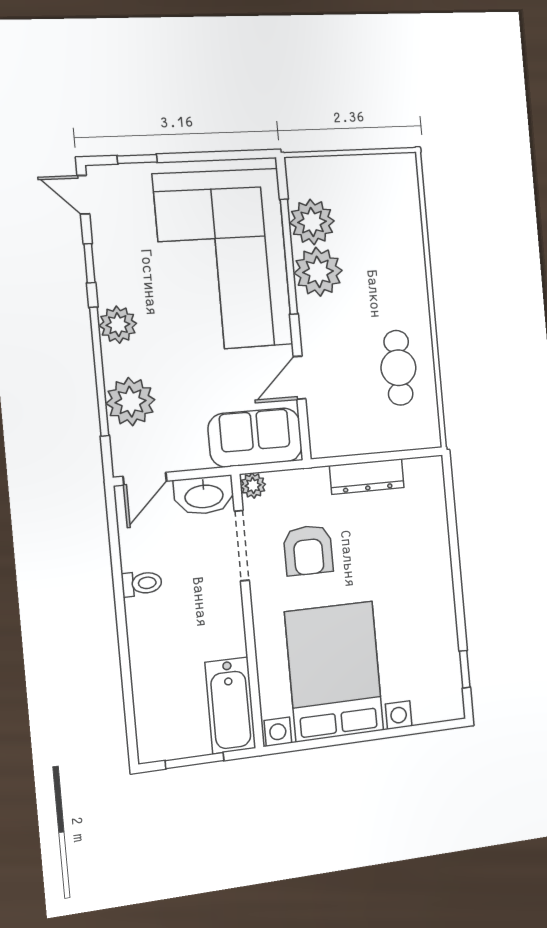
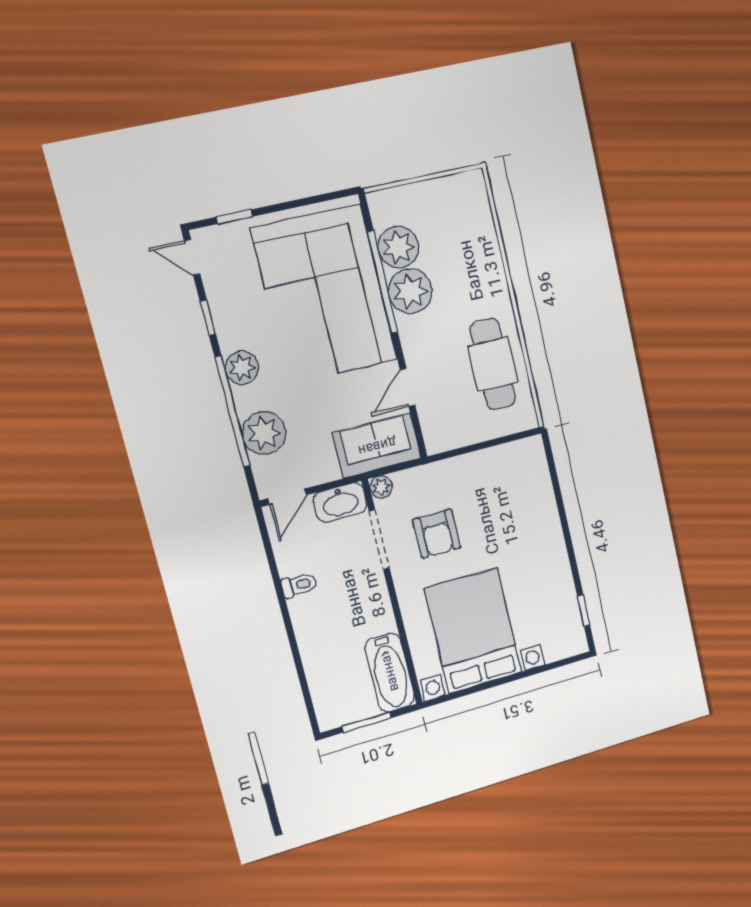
cafe table: (398, 368) -> (493, 364), width x1.37, depth x1.35
dresser: (367, 477) -> (478, 463), removed

